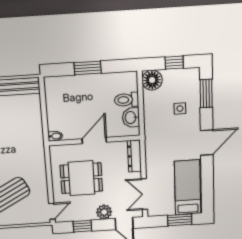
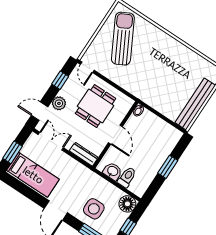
side table: (180, 109) -> (94, 209), width x1.87, depth x1.87

